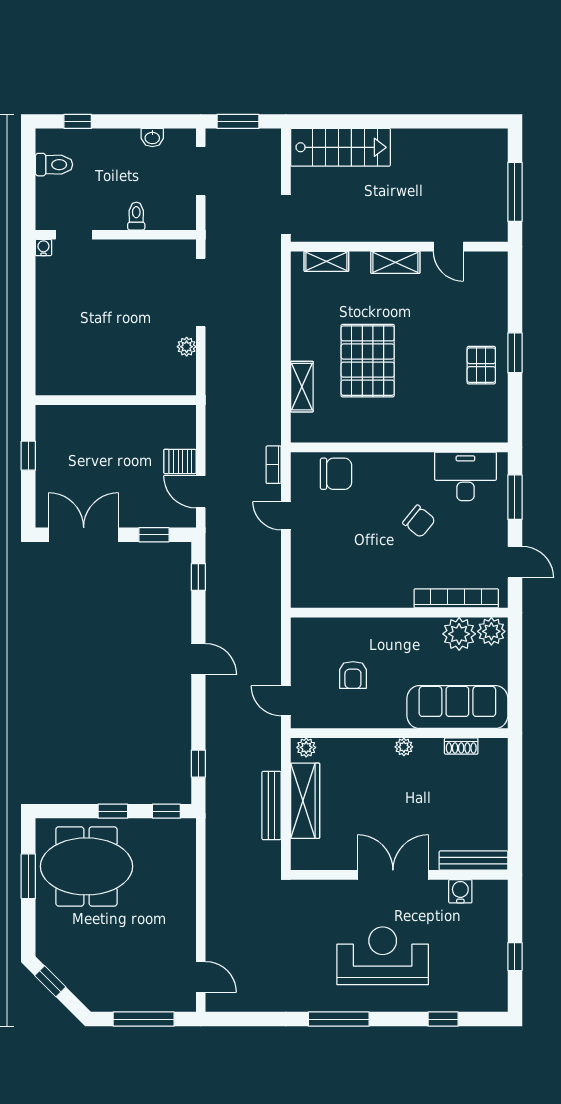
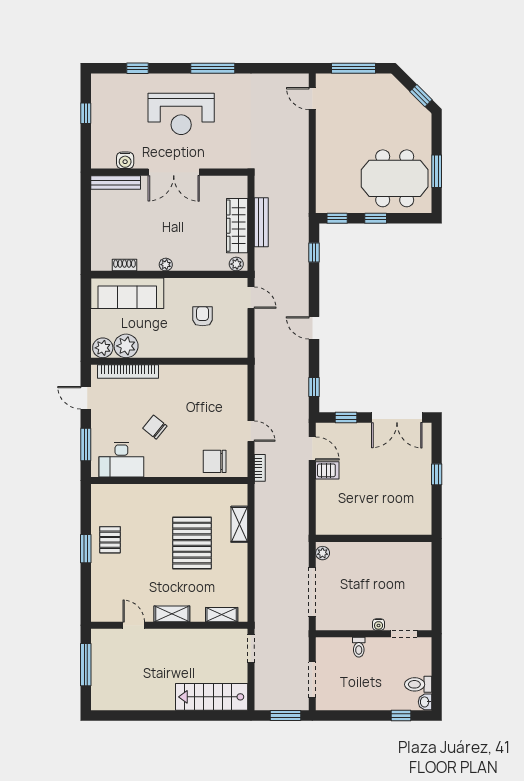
washbasin: (152, 137) -> (425, 702), moved, turned -90
water cooler: (43, 248) -> (379, 625), moved
wall: (116, 400) -> (374, 538), moved

